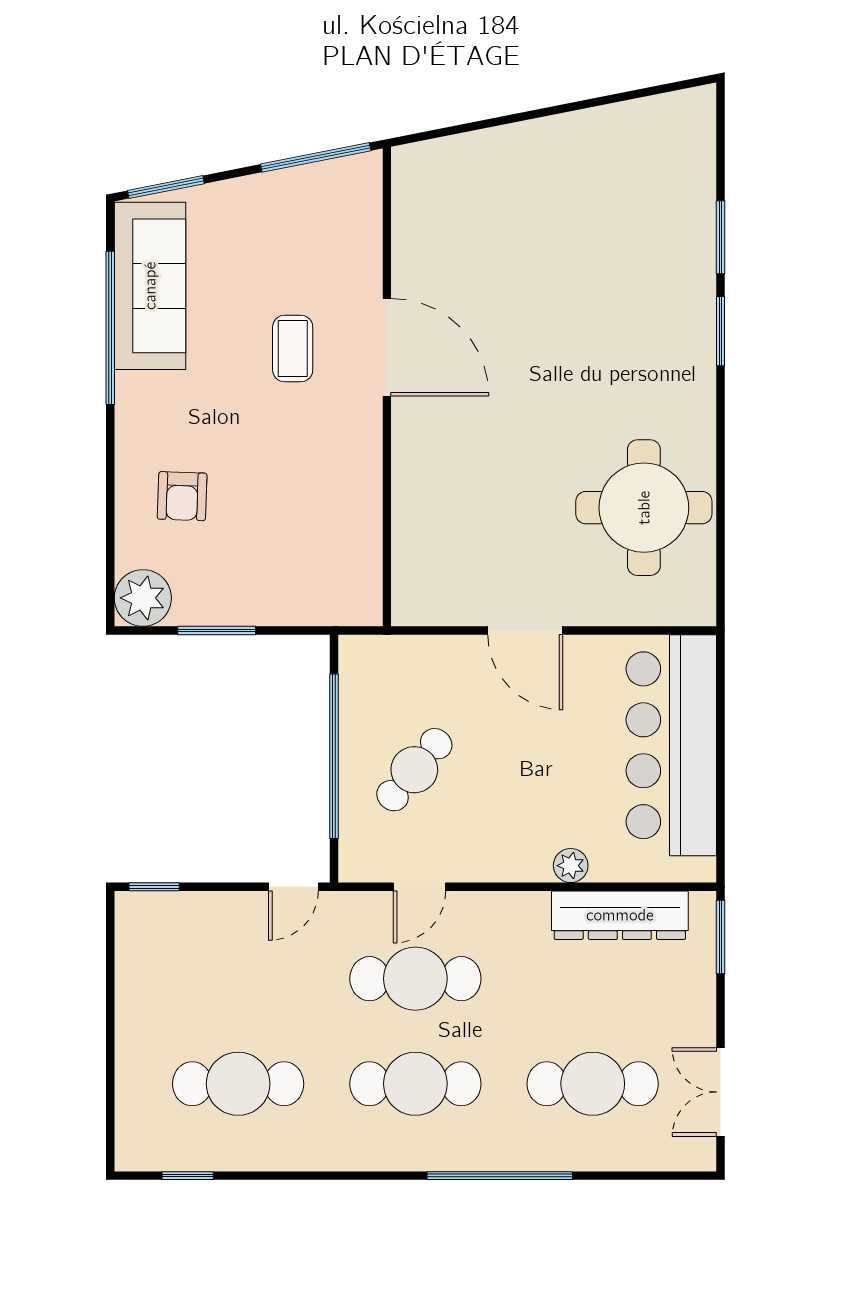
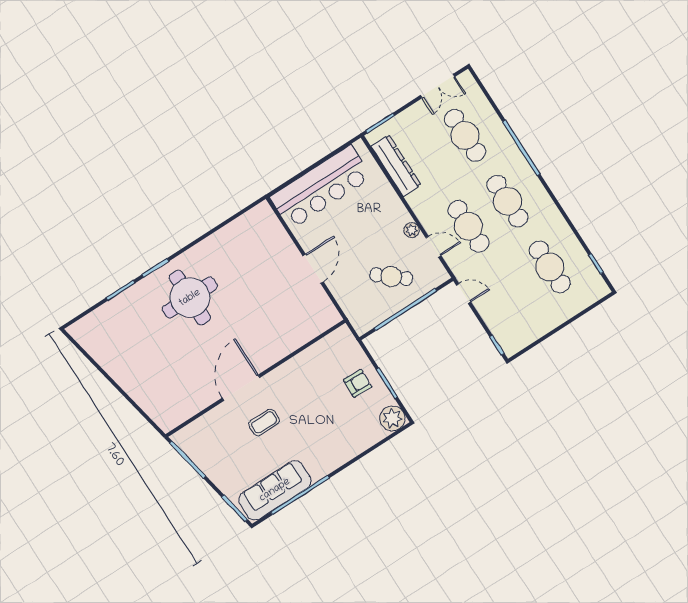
armchair: (182, 496) -> (358, 383), moved
round table: (644, 508) -> (190, 298), moved
plant: (571, 866) -> (412, 230), moved

